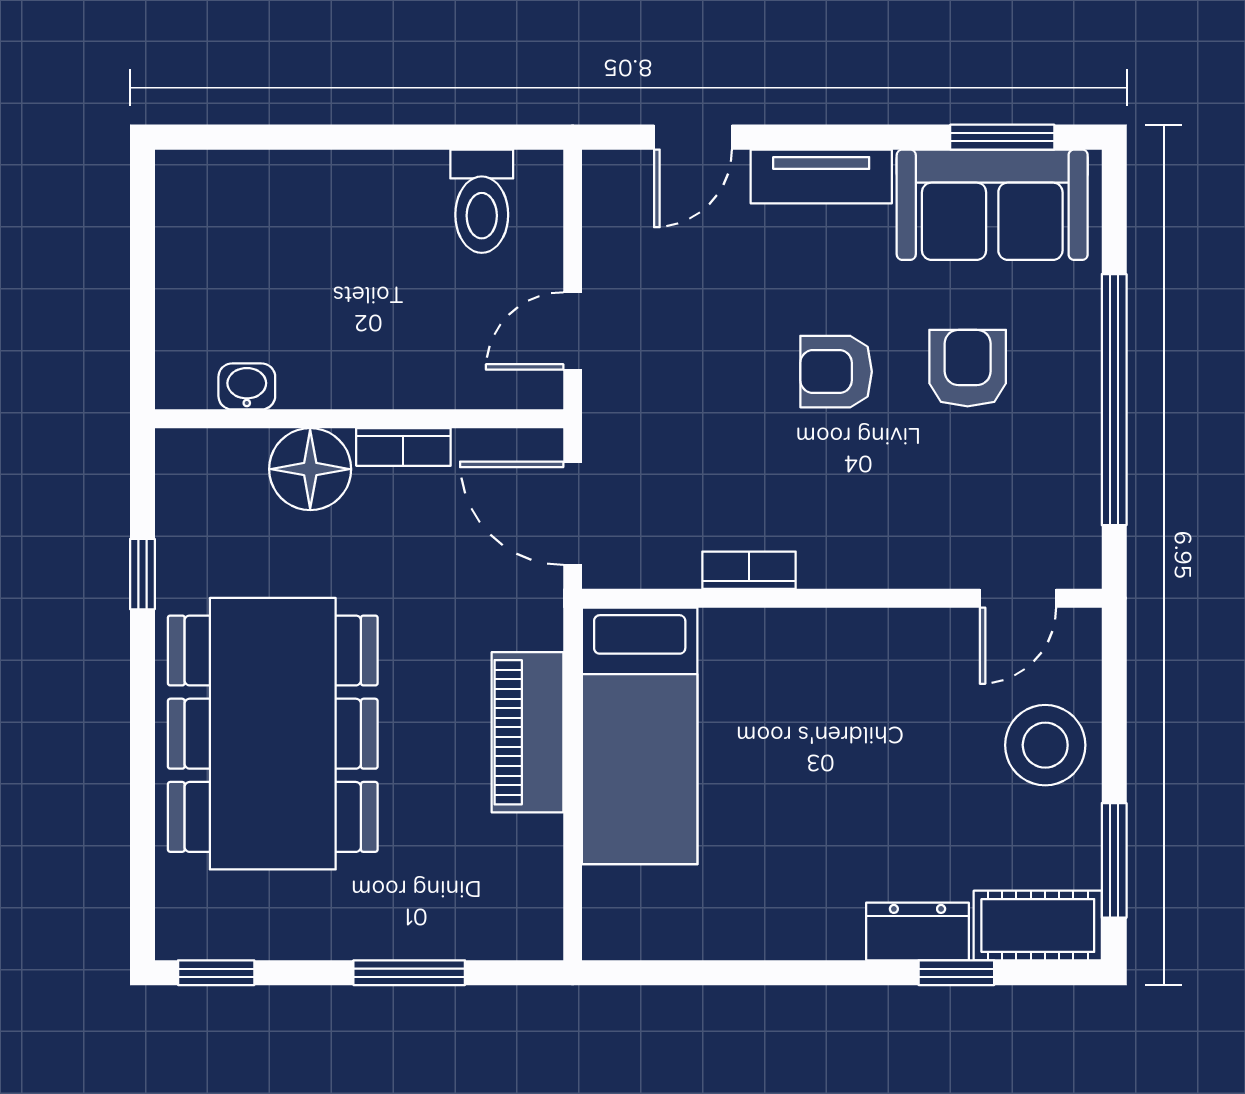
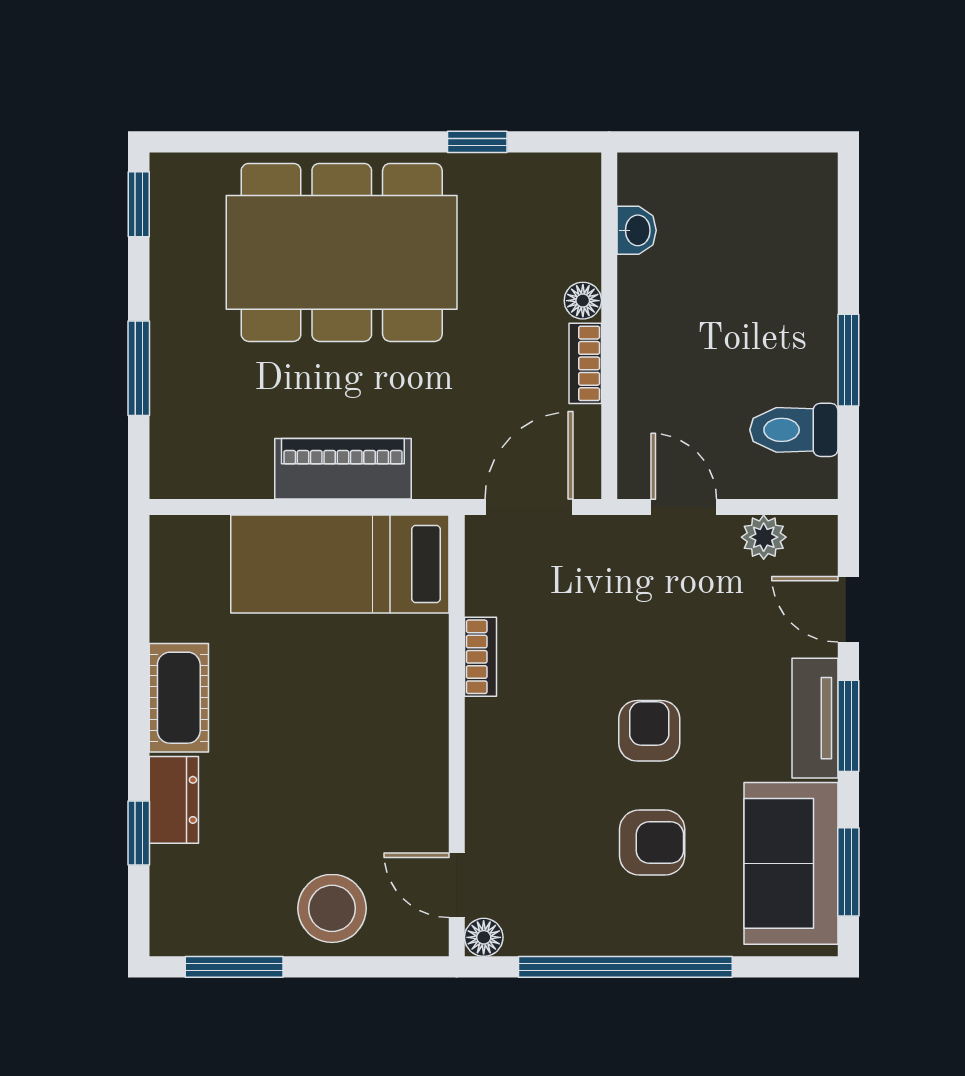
window: (400, 137) -> (848, 360), added
window: (830, 137) -> (848, 726), added
plant: (608, 237) -> (764, 537), added
floor lamp: (310, 469) -> (583, 301), width x0.53, depth x0.53
floor lamp: (1079, 566) -> (484, 937), added
cot: (1038, 925) -> (179, 698), moved

